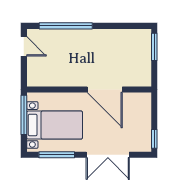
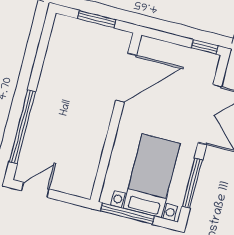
window: (154, 47) -> (97, 19), moved
door: (105, 90) -> (126, 78), moved

